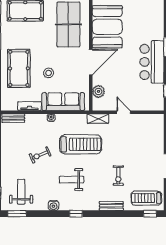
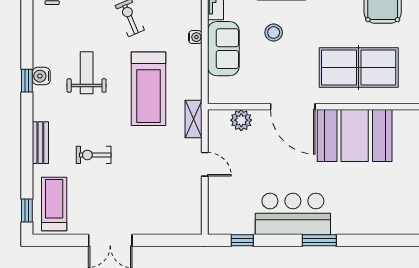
sofa: (63, 102) -> (223, 49), width x0.73
door: (124, 112) -> (205, 164), hinge flipped
water cooler: (53, 205) -> (41, 76), moved

